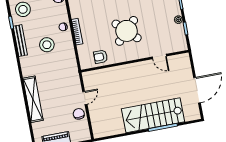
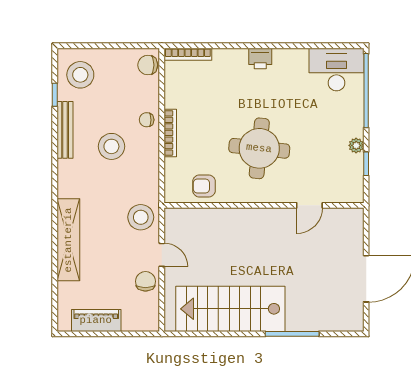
round table: (127, 31) -> (259, 148), turned -38
door: (159, 57) -> (309, 205), hinge flipped
stool: (70, 80) -> (141, 217), added
door: (85, 98) -> (162, 255), hinge flipped
stairs: (153, 115) -> (230, 309), moved

